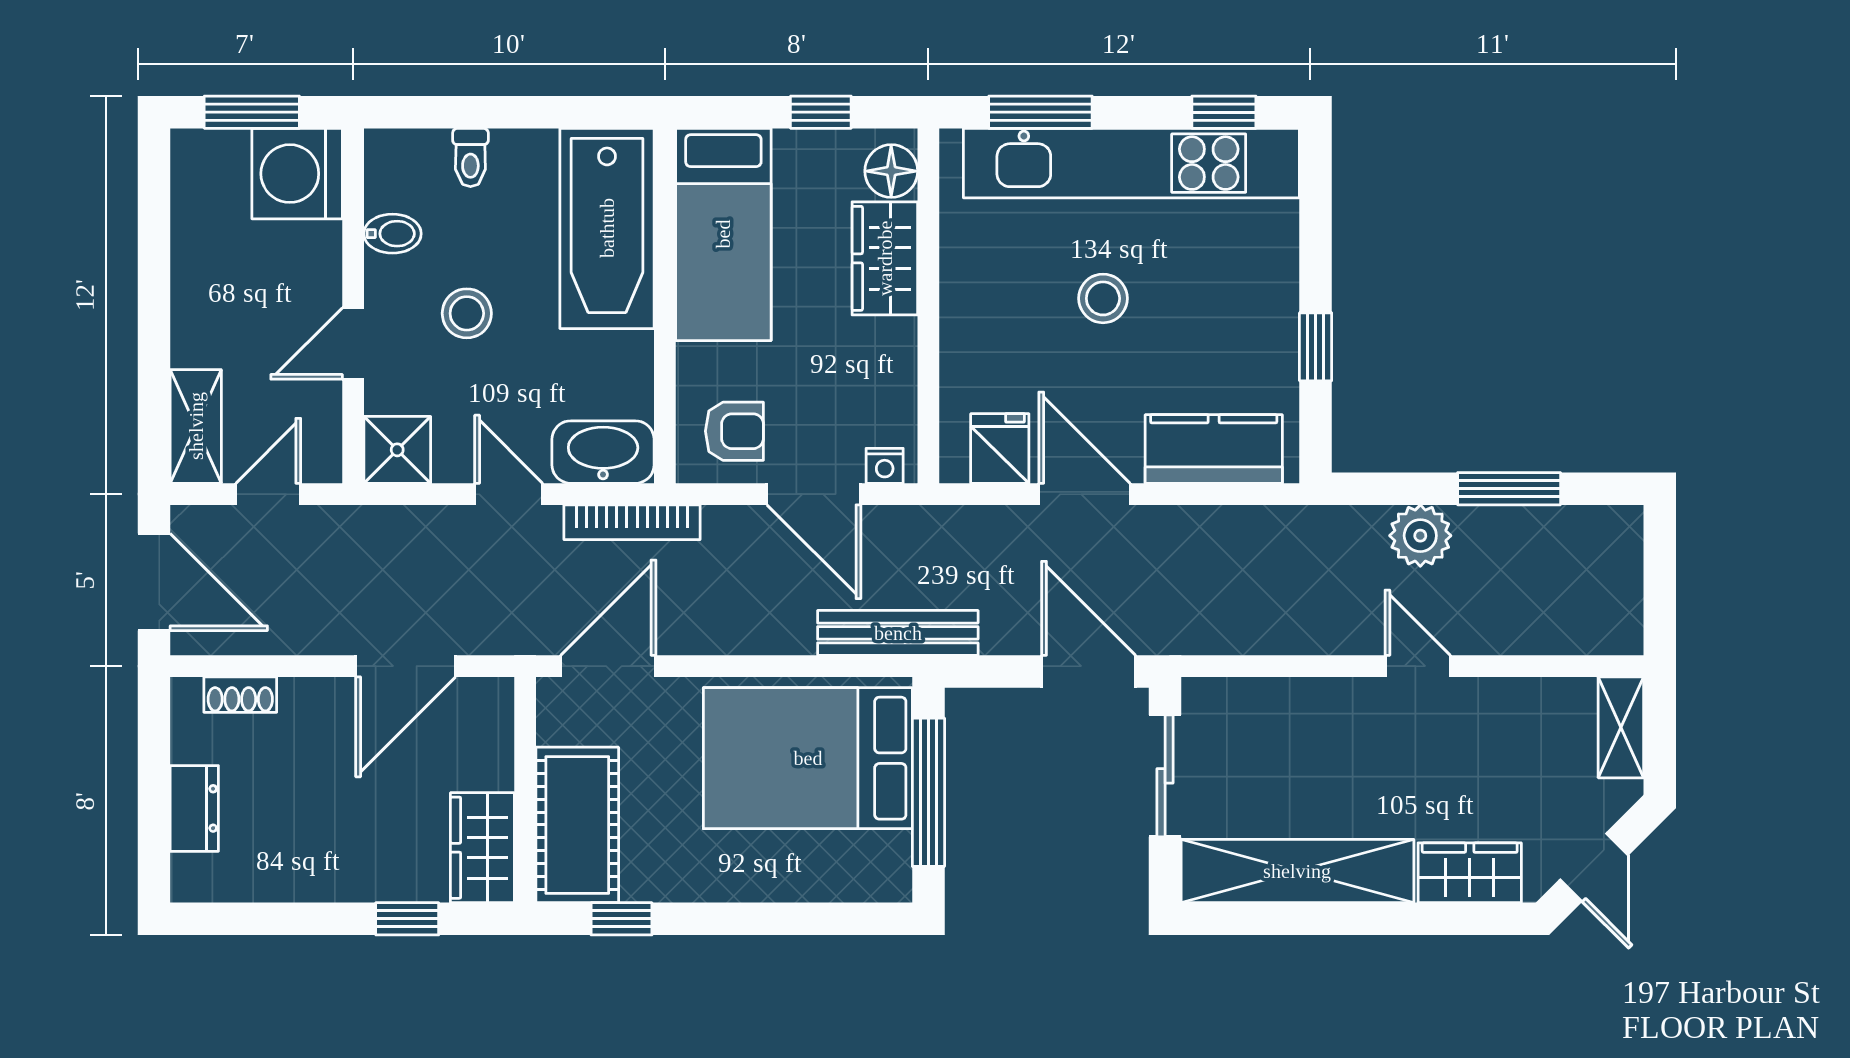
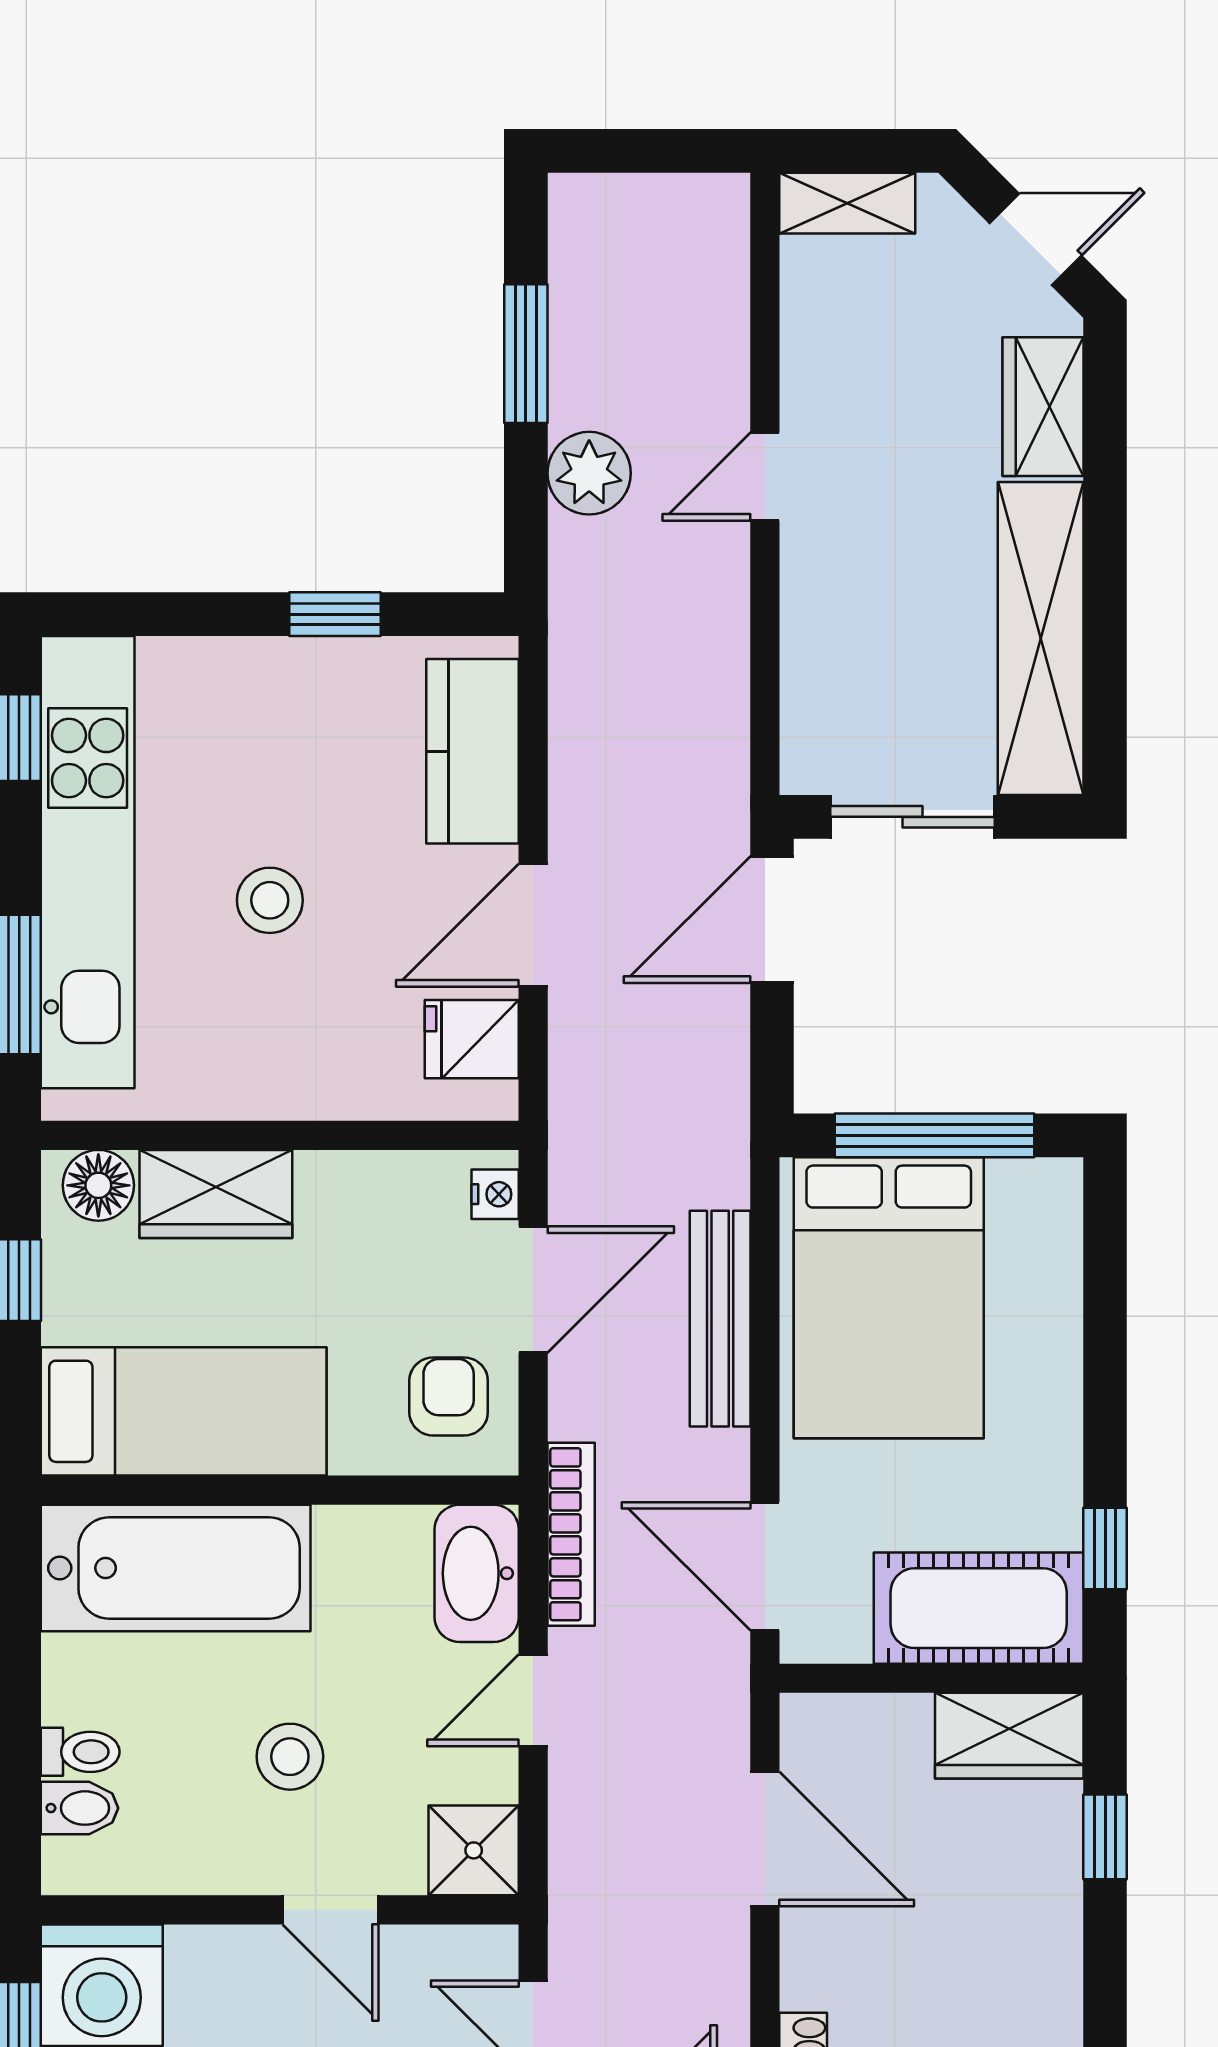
bidet: (392, 234) -> (80, 1808), moved, turned 90
bench: (898, 633) -> (720, 1319), moved

